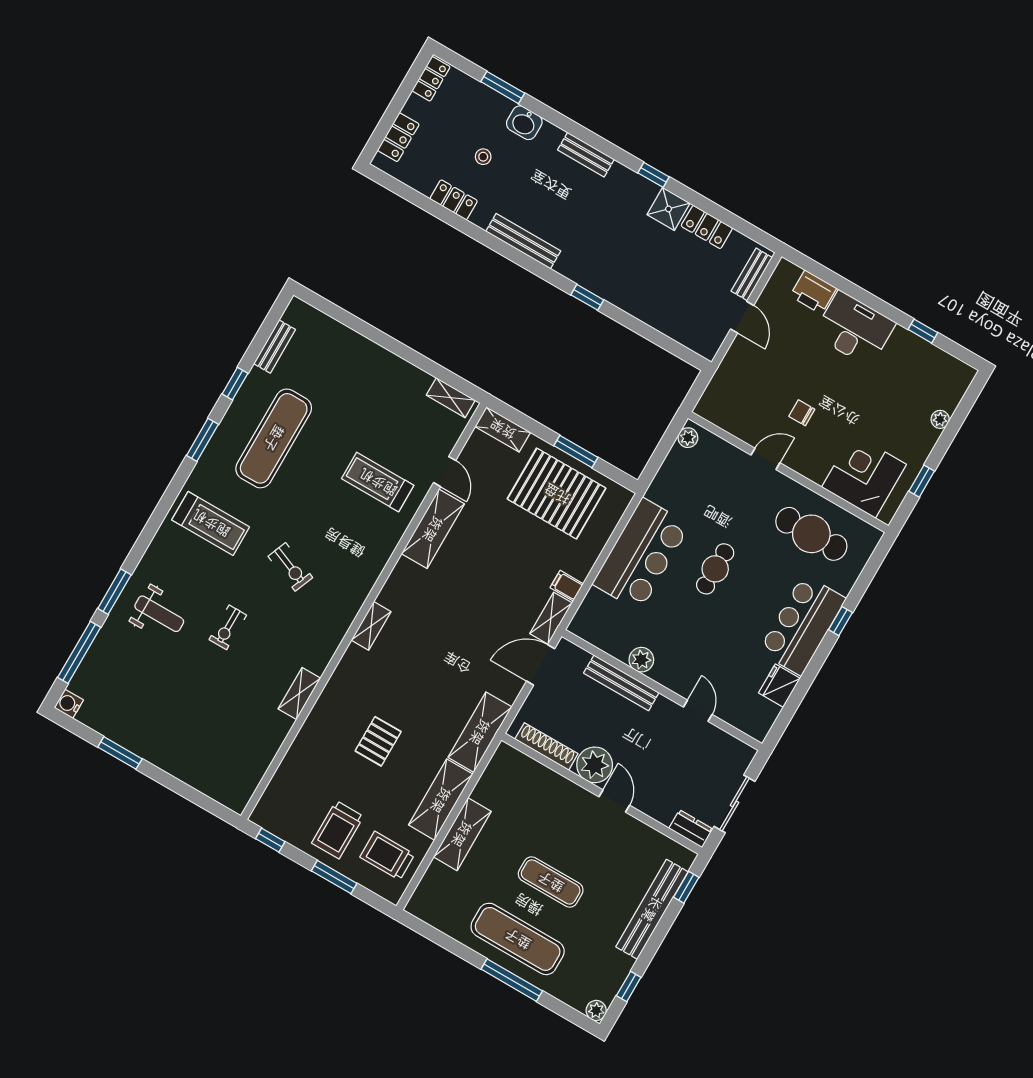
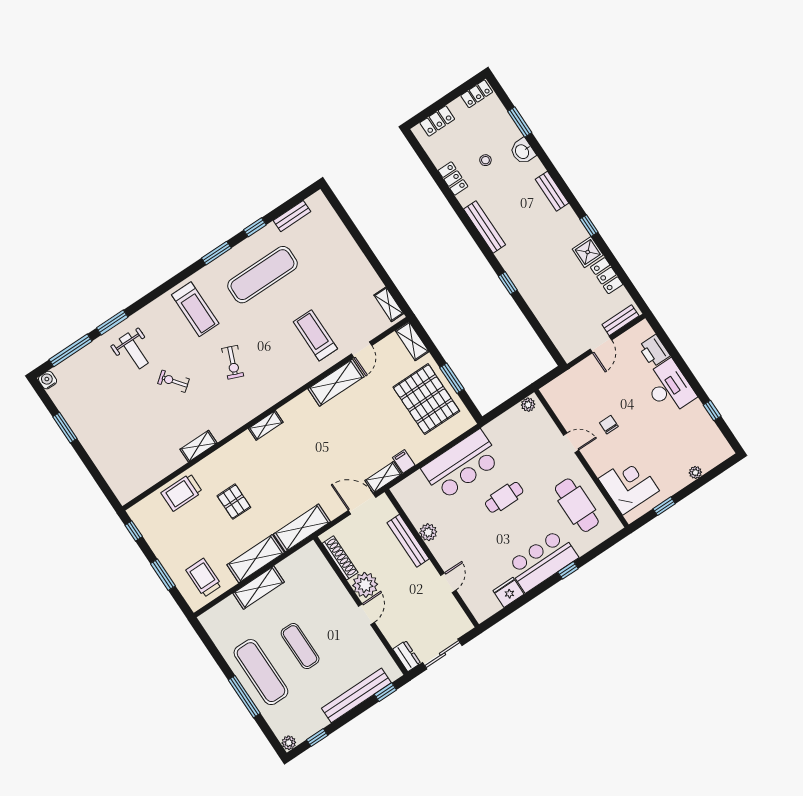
exercise bike: (228, 627) -> (174, 381), turned 52
pallet: (378, 741) -> (234, 502), turned 90
trolley: (338, 830) -> (182, 492), moved

